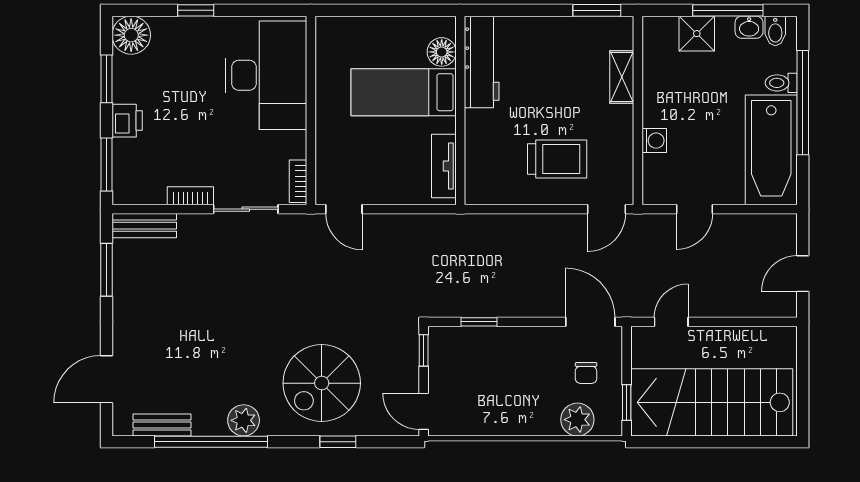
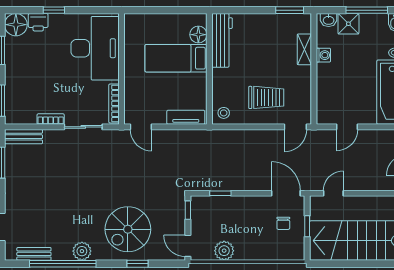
washbasin: (749, 27) -> (329, 20), moved
printer: (127, 121) -> (38, 22), moved, turned 90
washing machine: (654, 141) -> (323, 55), moved
tv unit: (444, 166) -> (186, 117), moved, turned 90
bookcase: (298, 181) -> (114, 103), width x1.56
stool: (485, 185) -> (224, 113), added
window: (627, 403) -> (307, 226), moved
plant: (577, 420) -> (224, 251), moved

